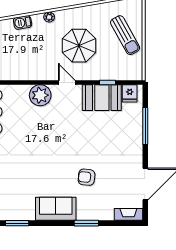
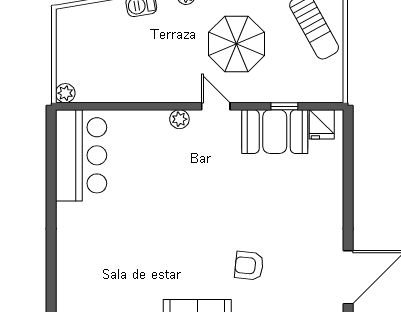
plant: (40, 95) -> (179, 119), width x0.53, depth x0.53
window: (145, 126) -> (348, 179), removed

